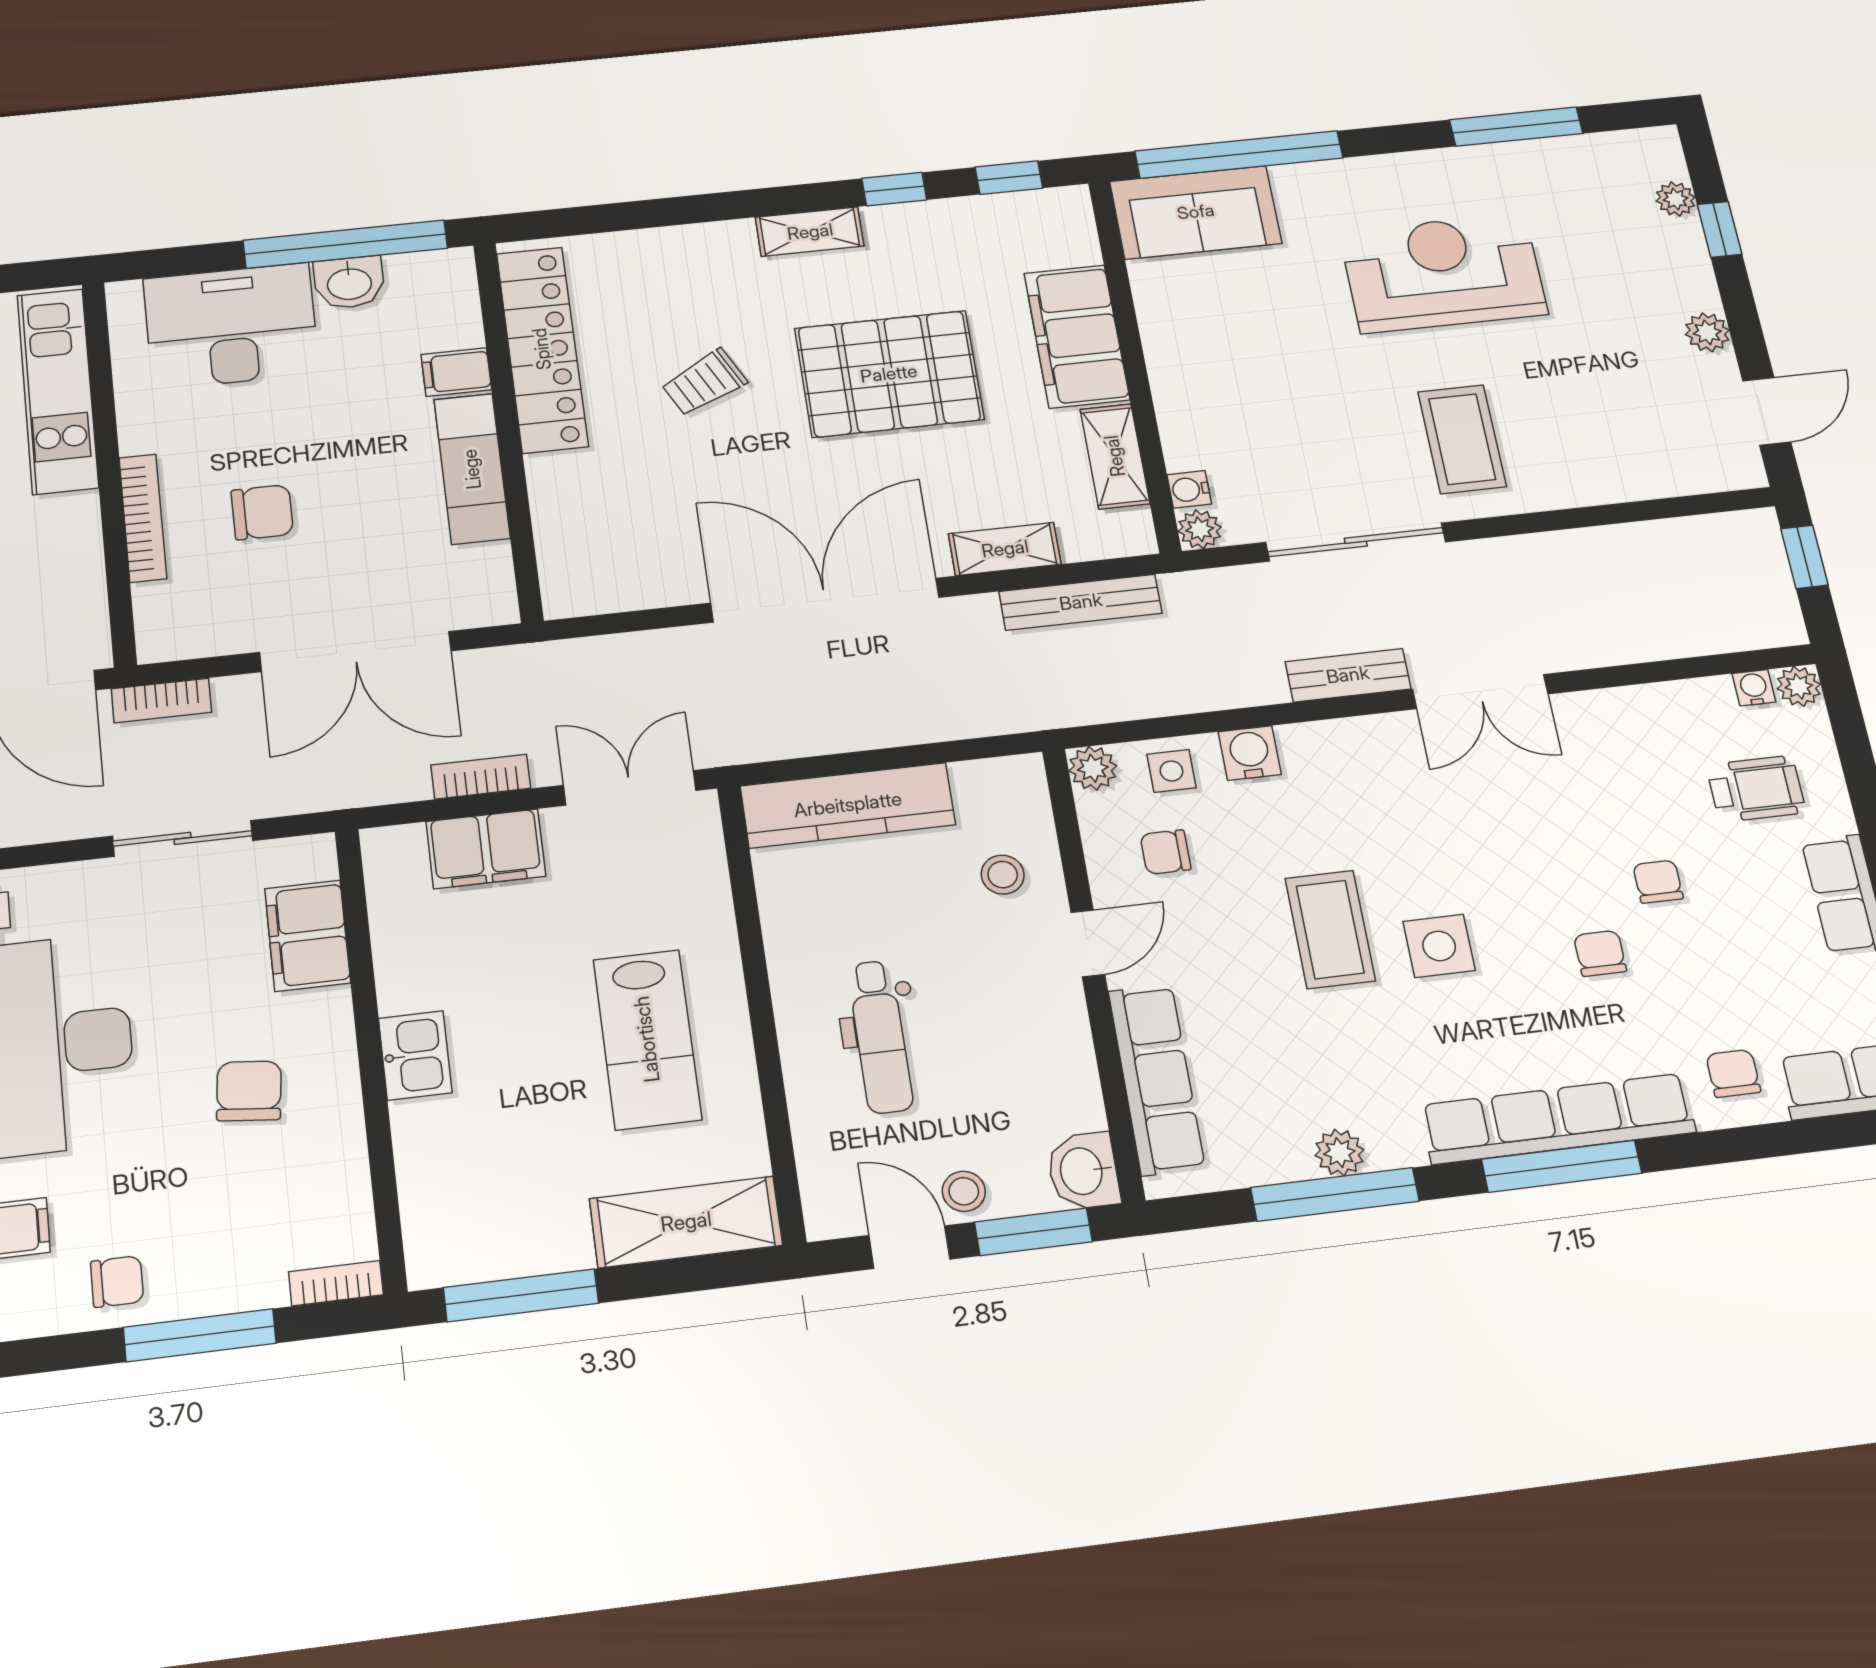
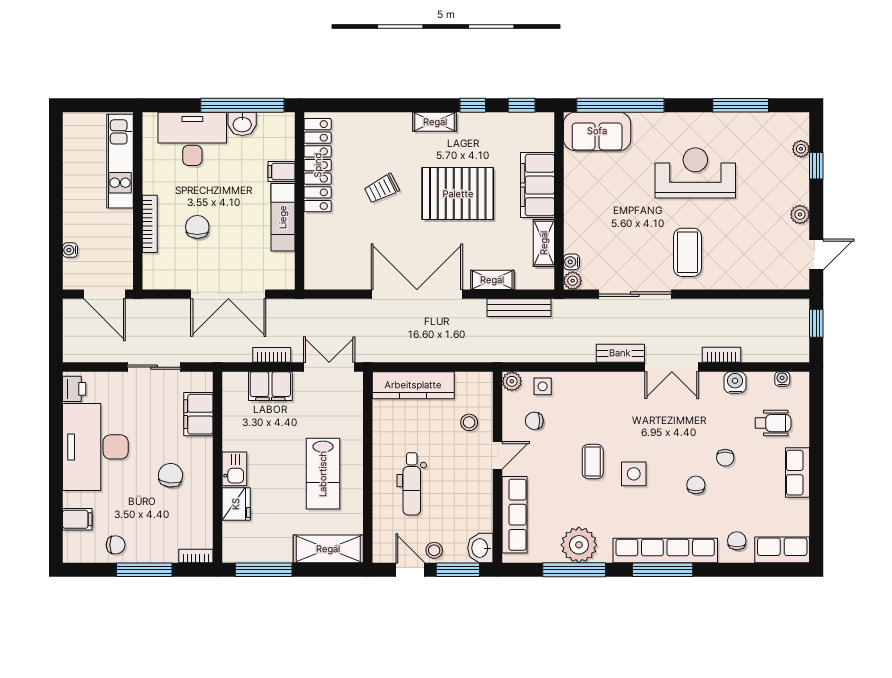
chair: (262, 512) -> (197, 227), turned -90
plant: (1799, 686) -> (800, 381), removed
bookcase: (161, 701) -> (721, 355), moved, turned 180
water cooler: (1250, 753) -> (735, 382), moved
chair: (1658, 882) -> (725, 458), turned 180
coffee table: (1330, 929) -> (593, 462), width x0.73, depth x0.77
fridge: (429, 1141) -> (236, 504), added
plant: (1339, 1153) -> (579, 545), width x1.87, depth x1.87

